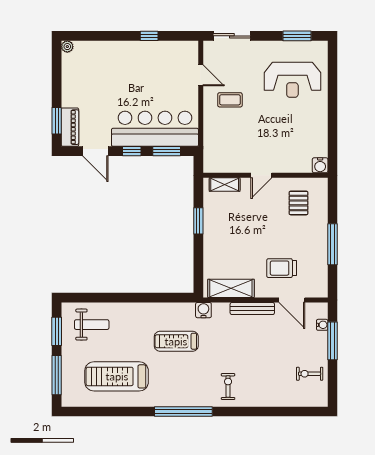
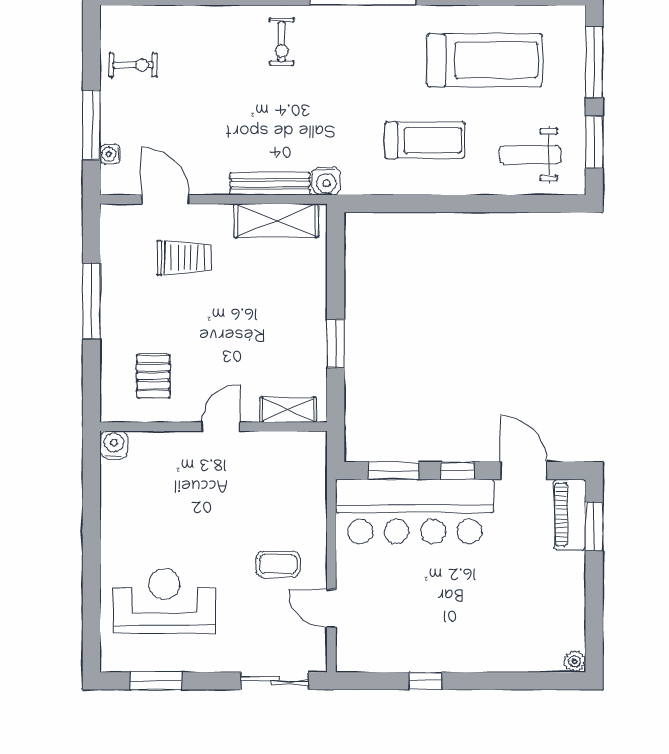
bench: (252, 309) -> (270, 184), moved
treadmill: (176, 341) -> (425, 140), moved

